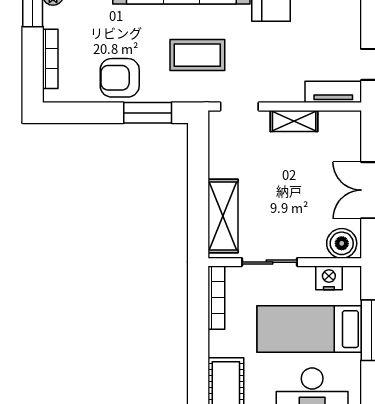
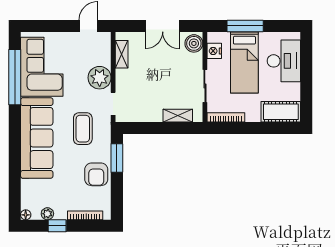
plant: (284, 83) -> (100, 78), added
tv unit: (333, 92) -> (105, 48), removed
shelving: (294, 121) -> (122, 54), moved
shelving: (223, 216) -> (178, 116), width x0.67, depth x0.75

